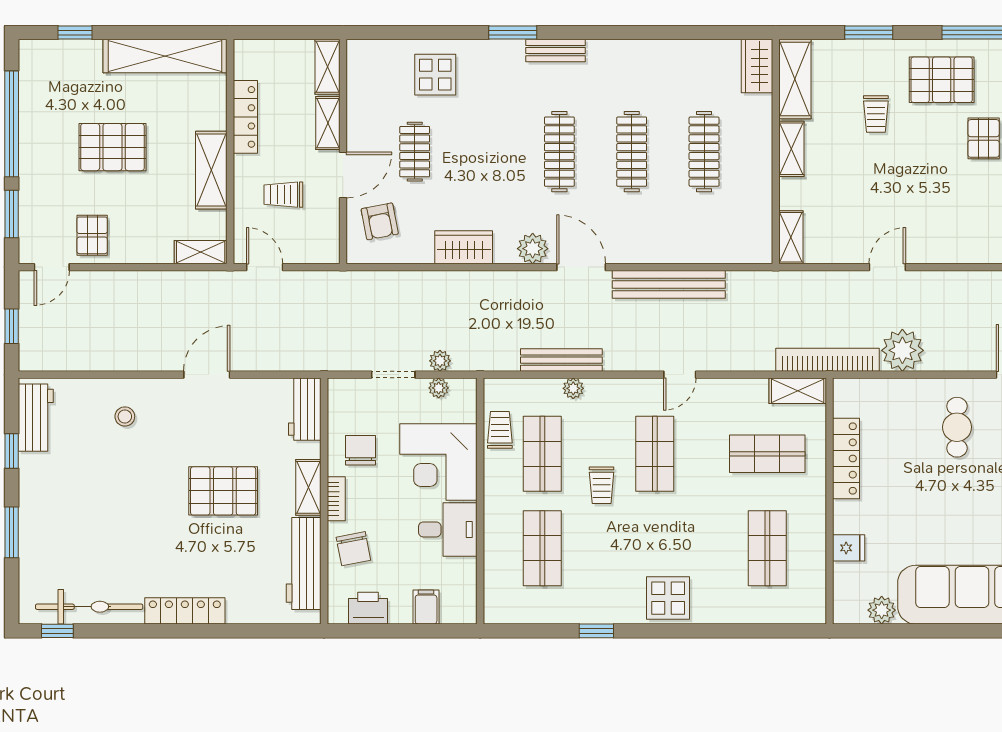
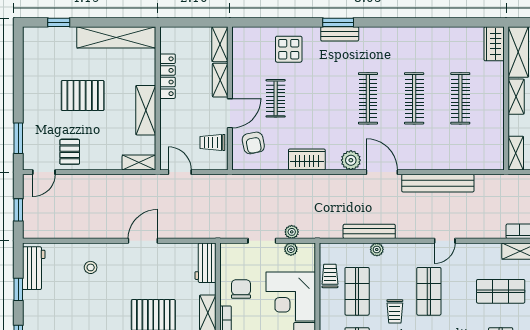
bench: (556, 51) -> (340, 34), moved
window: (12, 124) -> (18, 81), removed
trolley: (283, 195) -> (212, 142), moved

